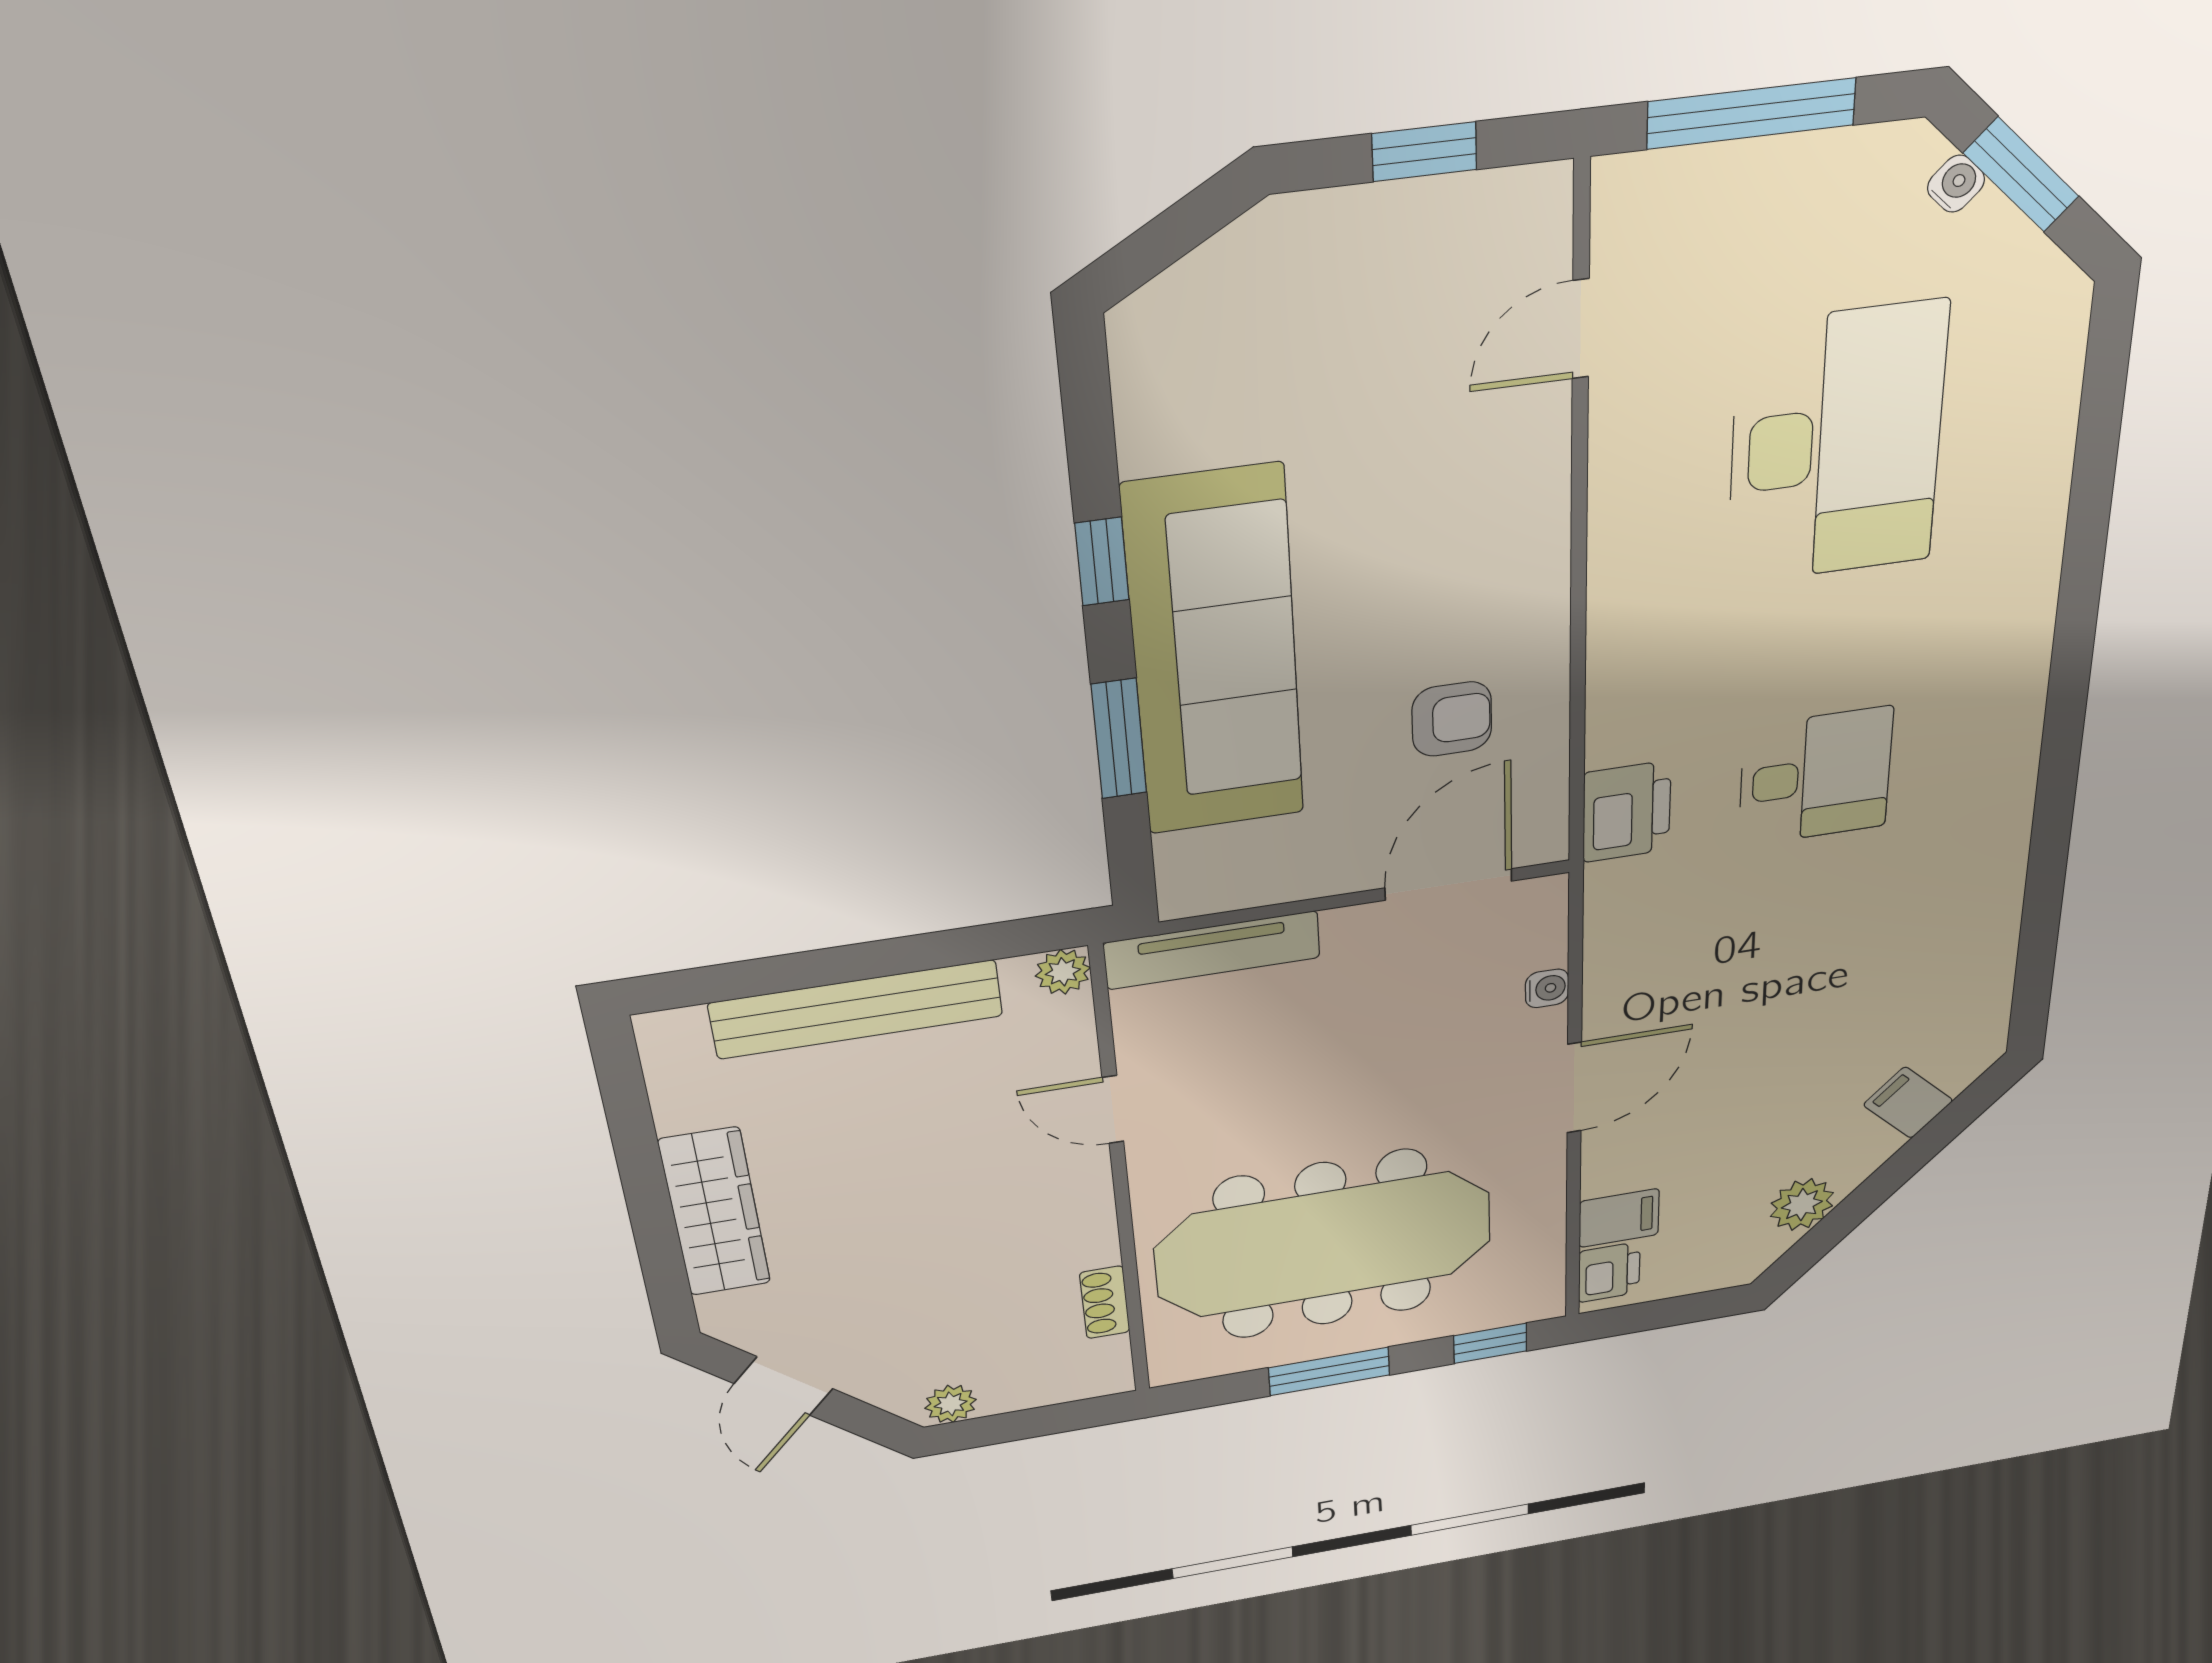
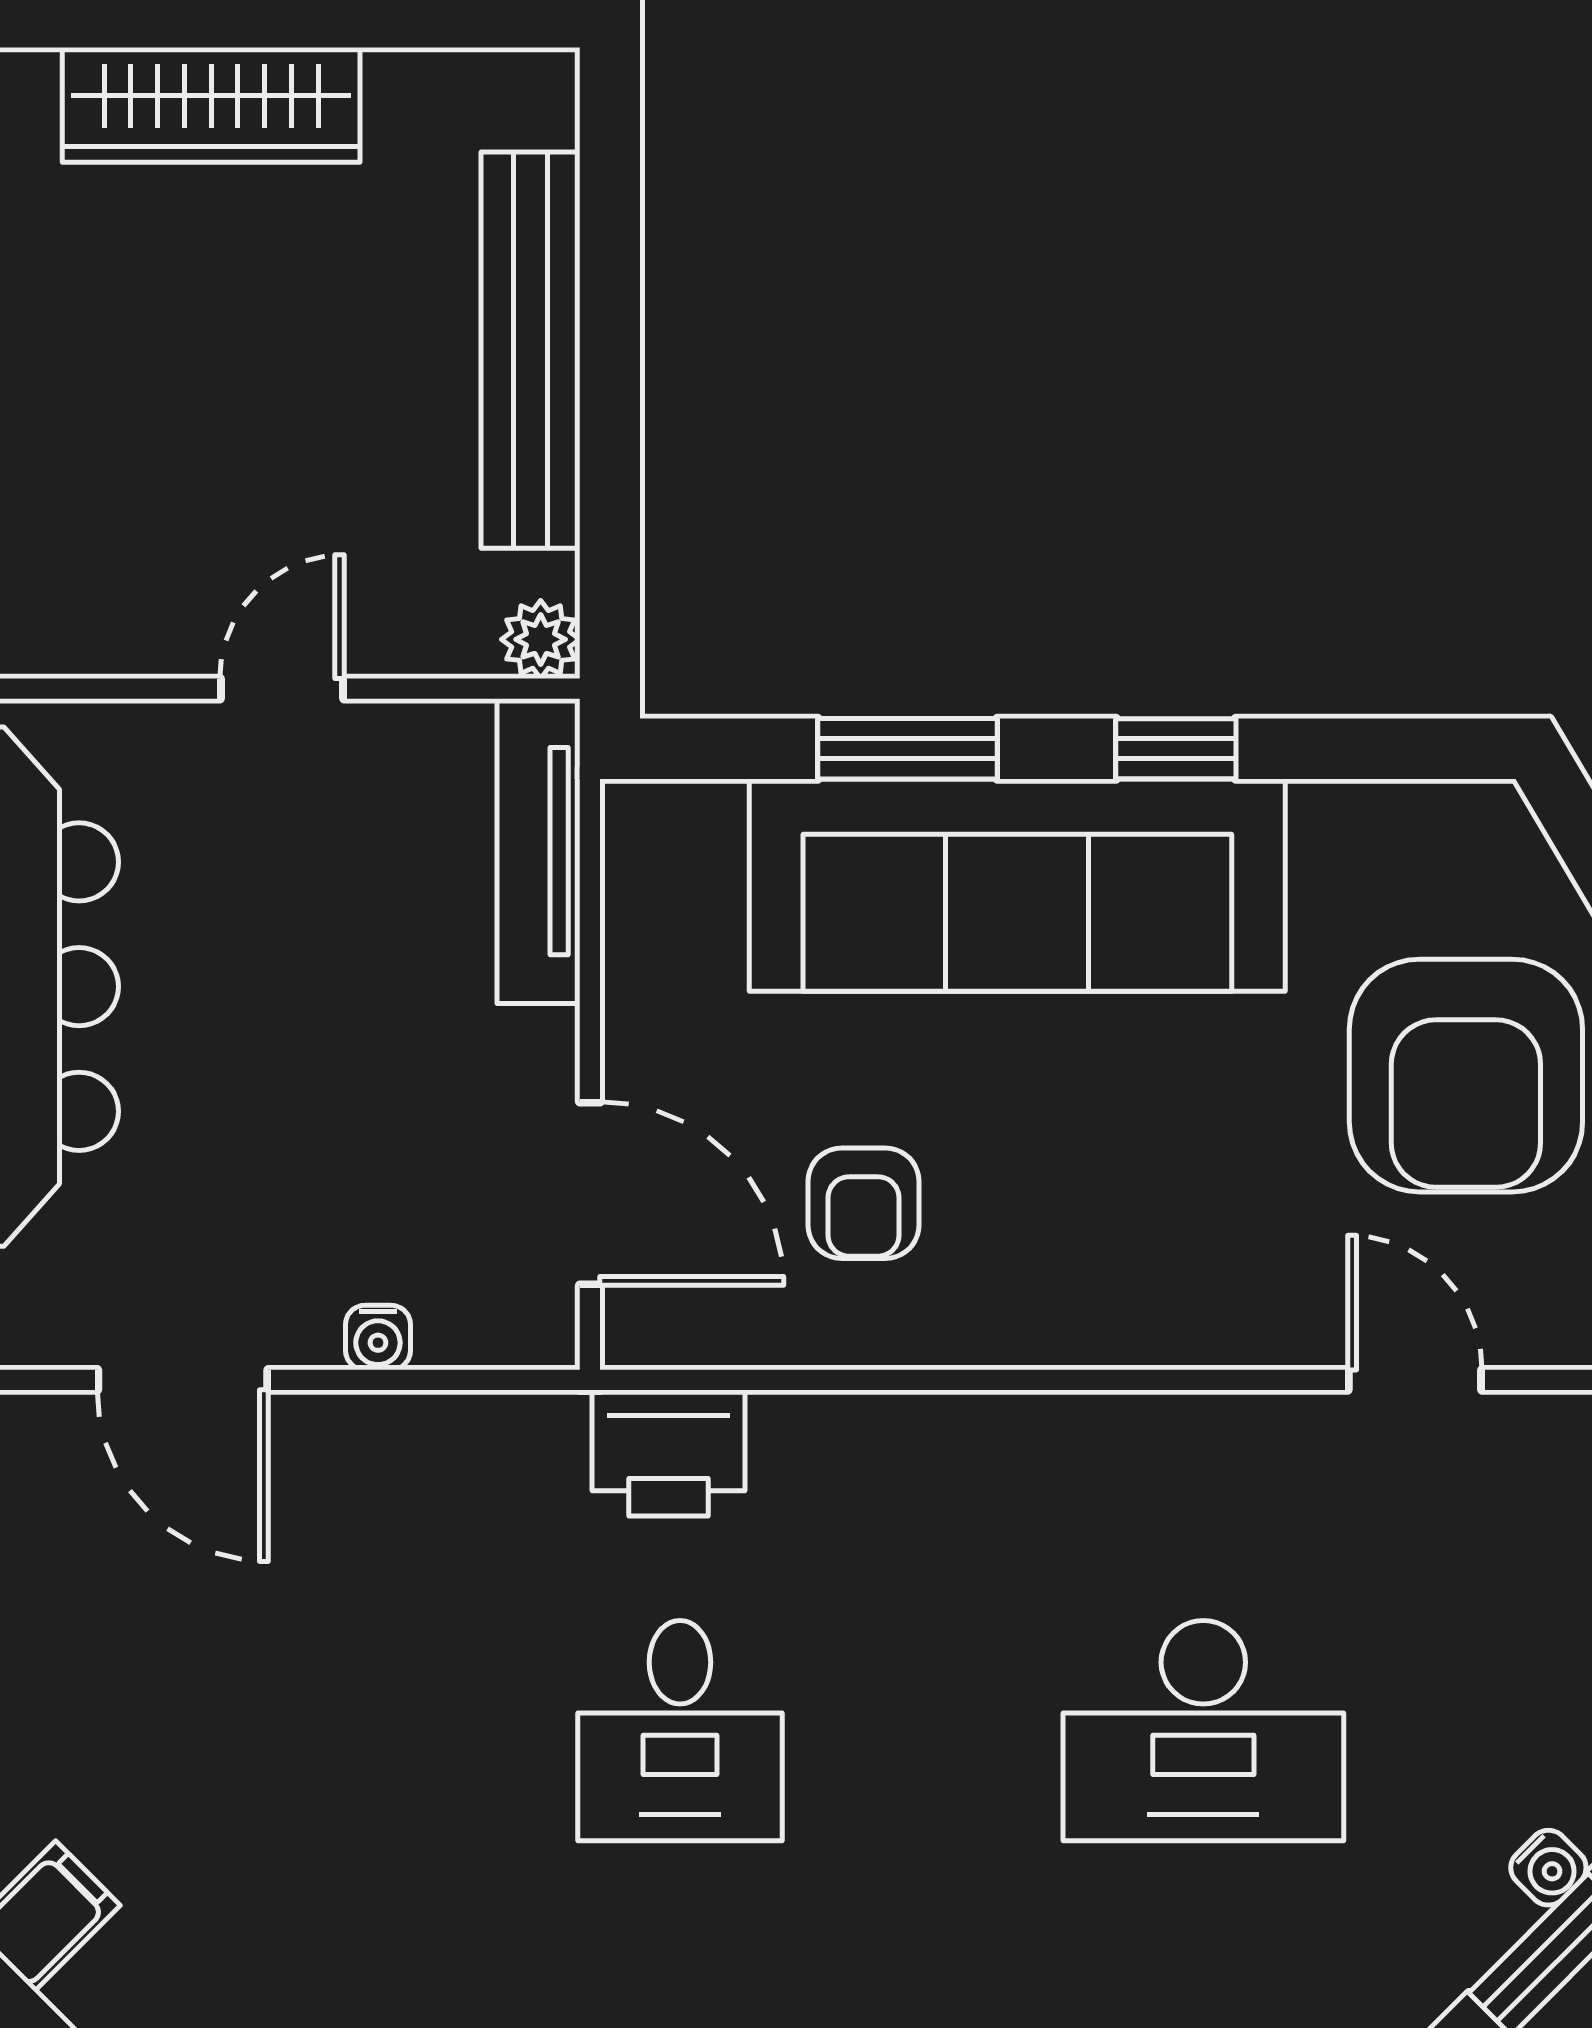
armchair: (1343, 321) -> (1466, 1076), added
desk: (1836, 445) -> (1203, 1731), width x0.73, depth x0.77

